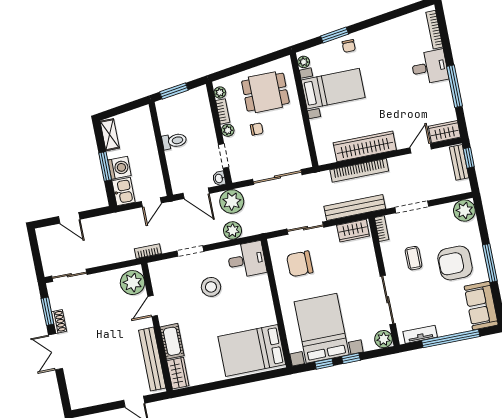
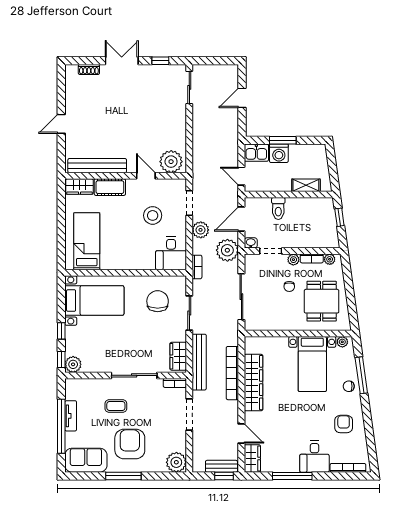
window: (335, 35) -> (361, 375), width x1.44
armchair: (389, 43) -> (344, 424), added
window: (174, 91) -> (339, 217), width x0.67
shelving: (110, 135) -> (306, 185), moved
toilet: (174, 141) -> (278, 209), moved
plant: (232, 231) -> (201, 230), moved
bookcase: (148, 251) -> (197, 267), moved
coffee table: (414, 258) -> (116, 406), moved
plant: (133, 283) -> (171, 162), moved
sliding door: (388, 300) -> (134, 375), moved
door: (153, 306) -> (146, 176), moved
window: (47, 311) -> (160, 61), width x0.67
shoe rack: (59, 321) -> (89, 69), moved
wall: (157, 327) -> (126, 176), moved
bed with nightstands: (322, 328) -> (94, 300), width x0.73
tv unit: (420, 334) -> (71, 416), moved
cot: (172, 341) -> (110, 187), moved
bed: (252, 351) -> (87, 241), width x0.67
bench: (152, 359) -> (97, 166), moved
window: (324, 364) -> (61, 359), moved
wardrobe: (178, 373) -> (80, 187), moved

